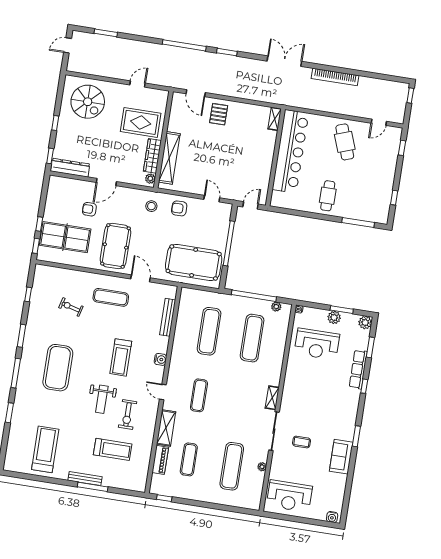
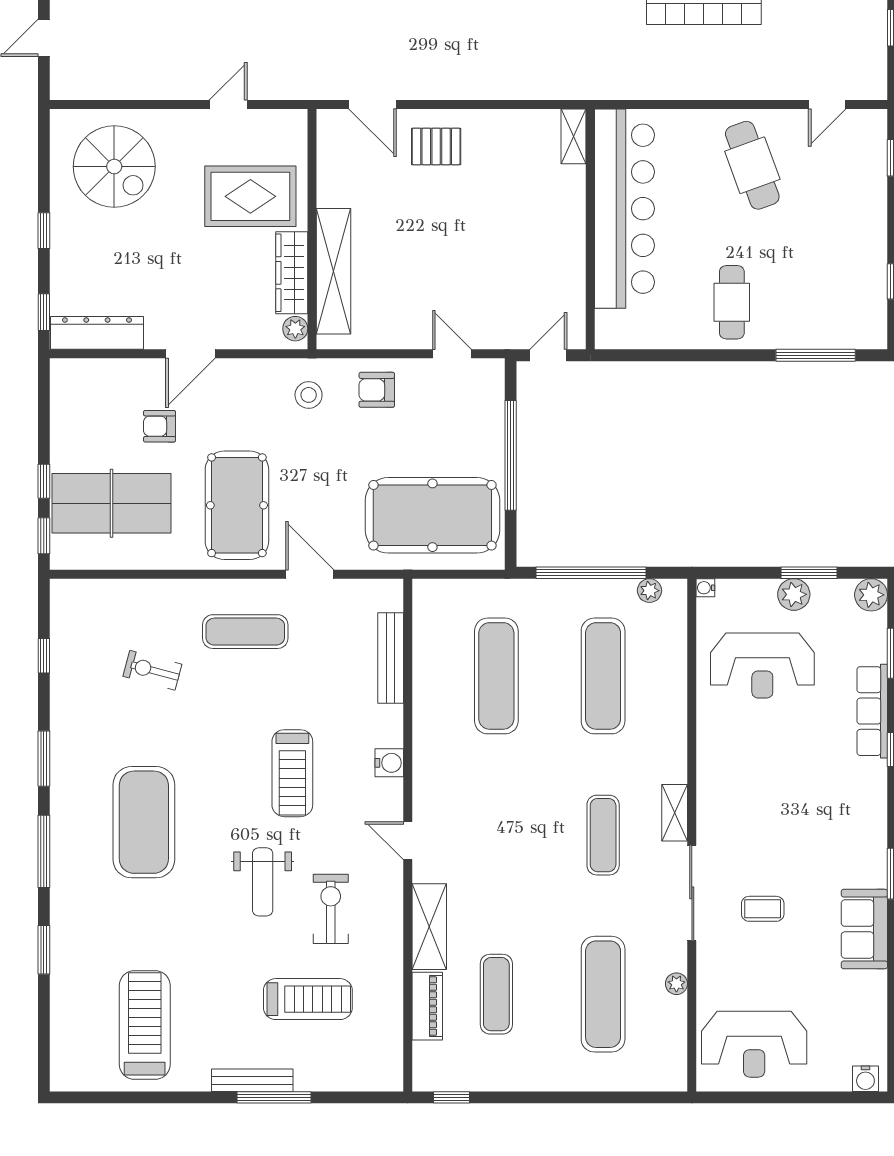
pallet: (219, 114) -> (436, 146), turned 90
exercise mat: (199, 395) -> (603, 835), moved
exercise bike: (128, 415) -> (331, 909), turned 180

